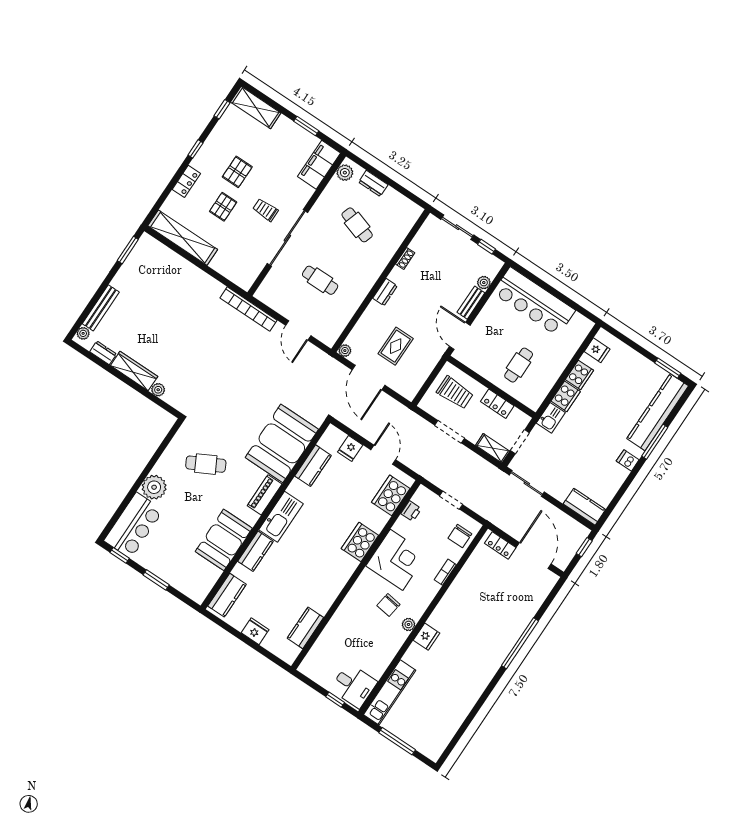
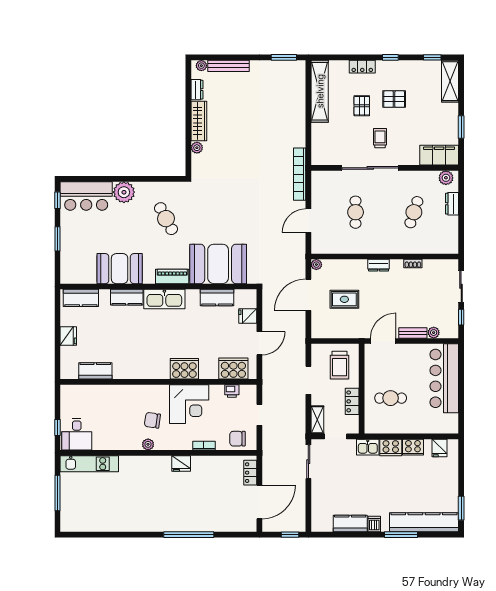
pallet: (223, 207) -> (362, 106), turned 90
kitchen counter: (584, 507) -> (350, 523), moved, turned -90
fridge: (427, 637) -> (181, 463), moved

